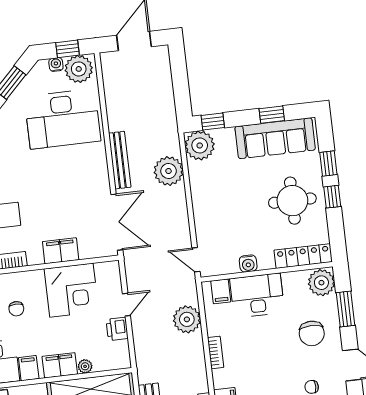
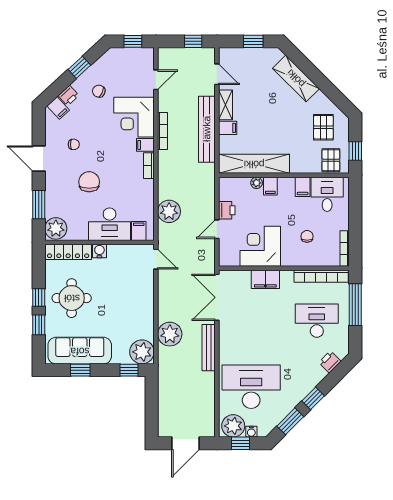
water cooler: (248, 264) -> (99, 251), moved
chair: (312, 333) -> (89, 182), moved
bookcase: (216, 353) -> (149, 166), moved
filing cabinet: (60, 365) -> (270, 186), width x0.50

